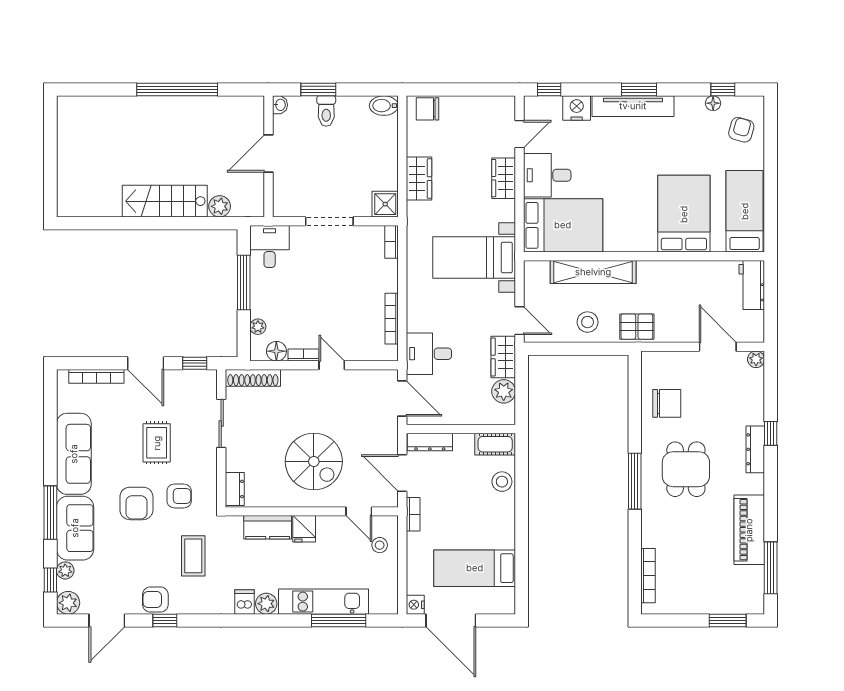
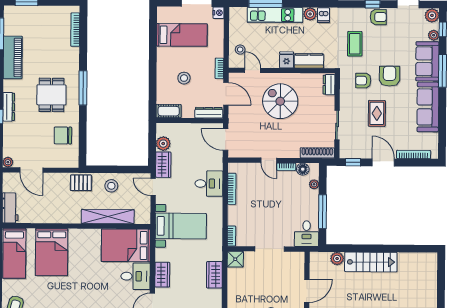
desk: (429, 354) -> (209, 184), moved
stool: (502, 482) -> (184, 78), moved

